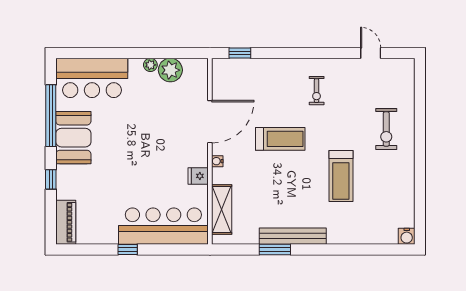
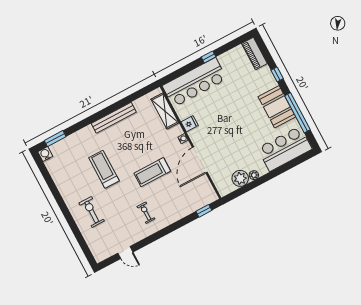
window: (275, 250) -> (55, 139), moved

